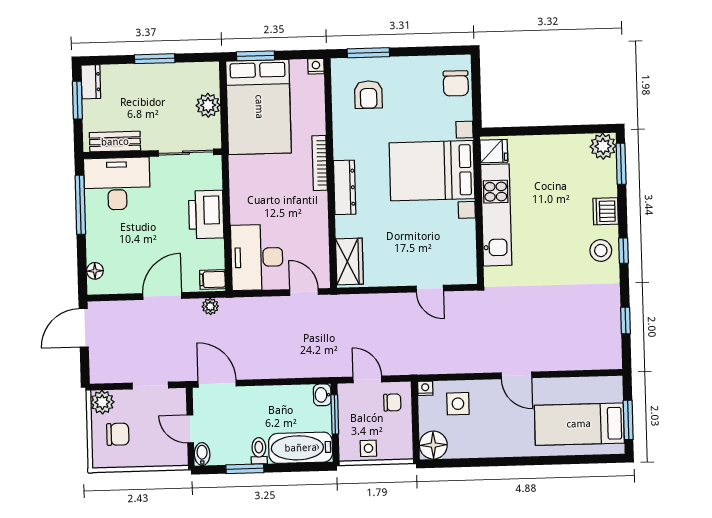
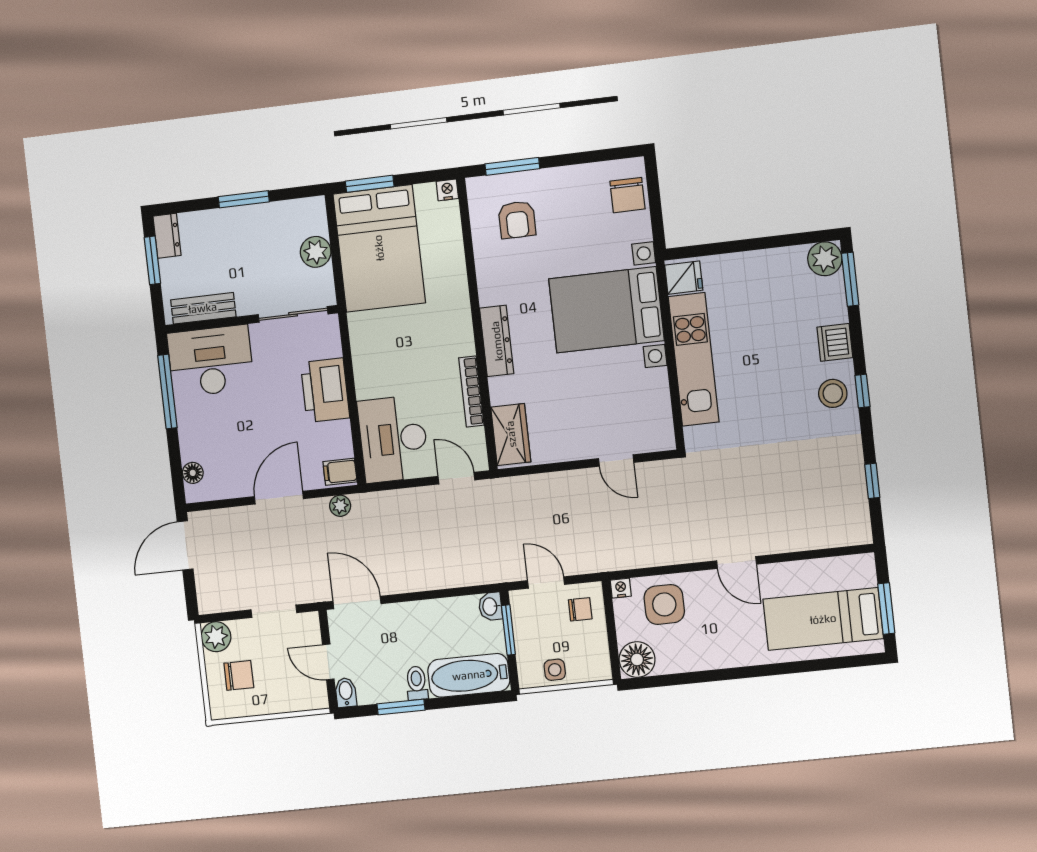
bookcase: (320, 163) -> (471, 391), moved
side table: (458, 404) -> (664, 604), width x1.37, depth x1.37

